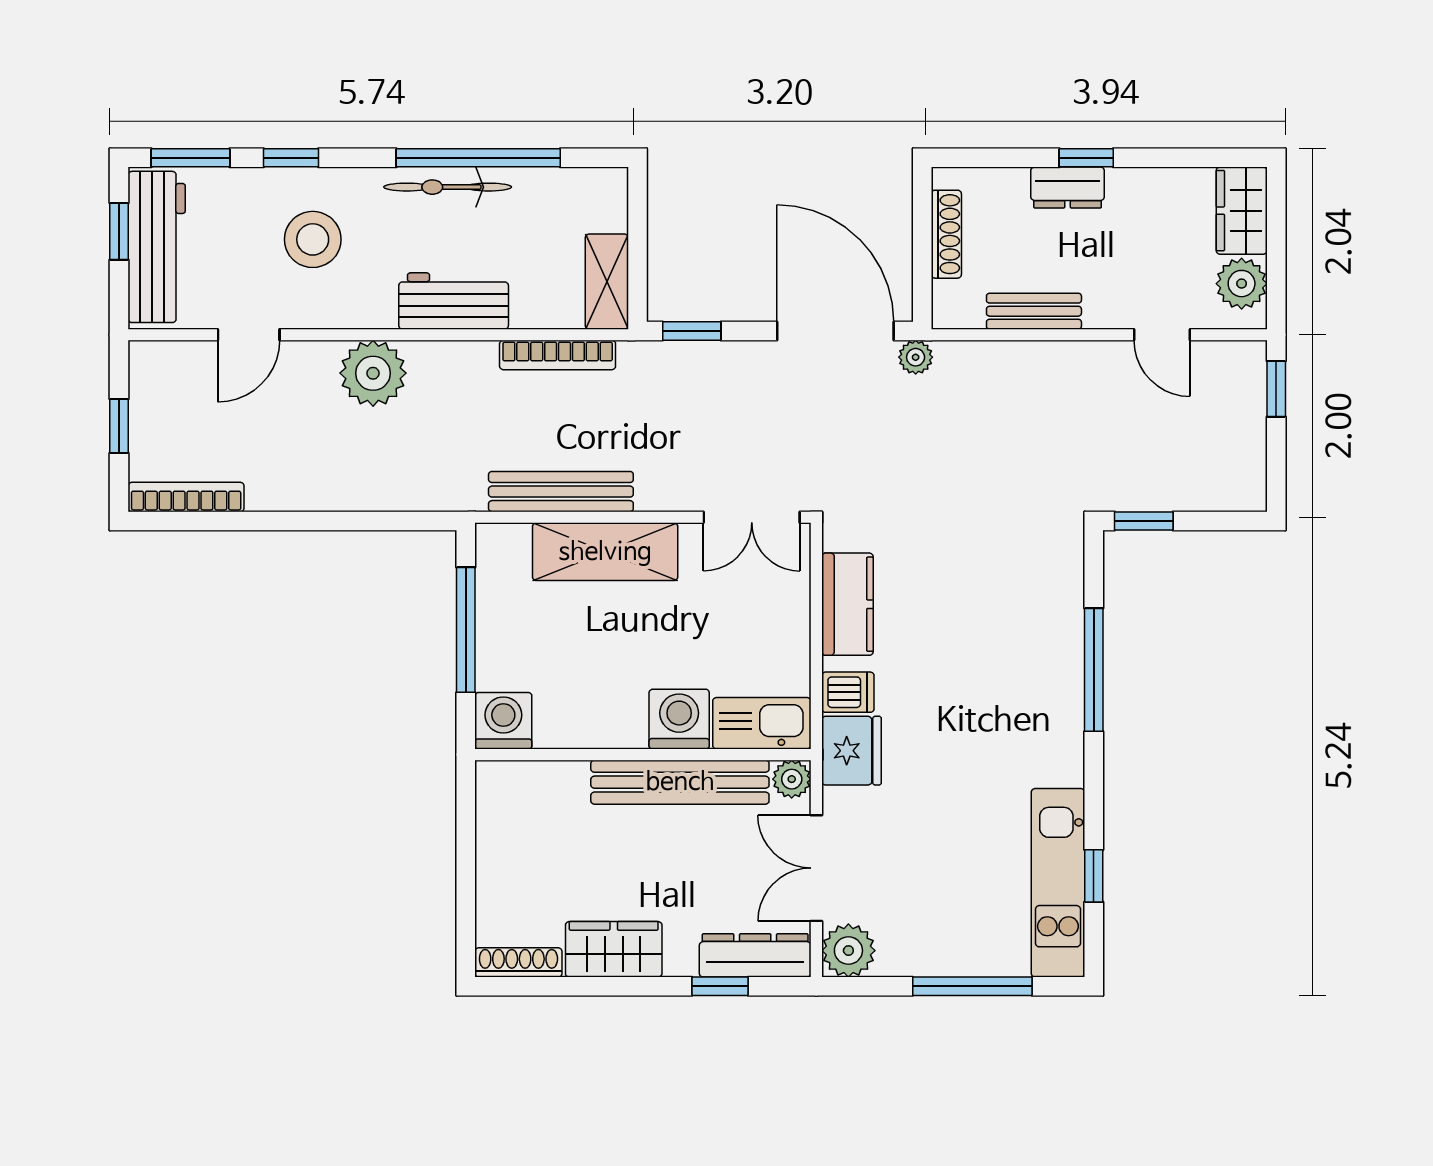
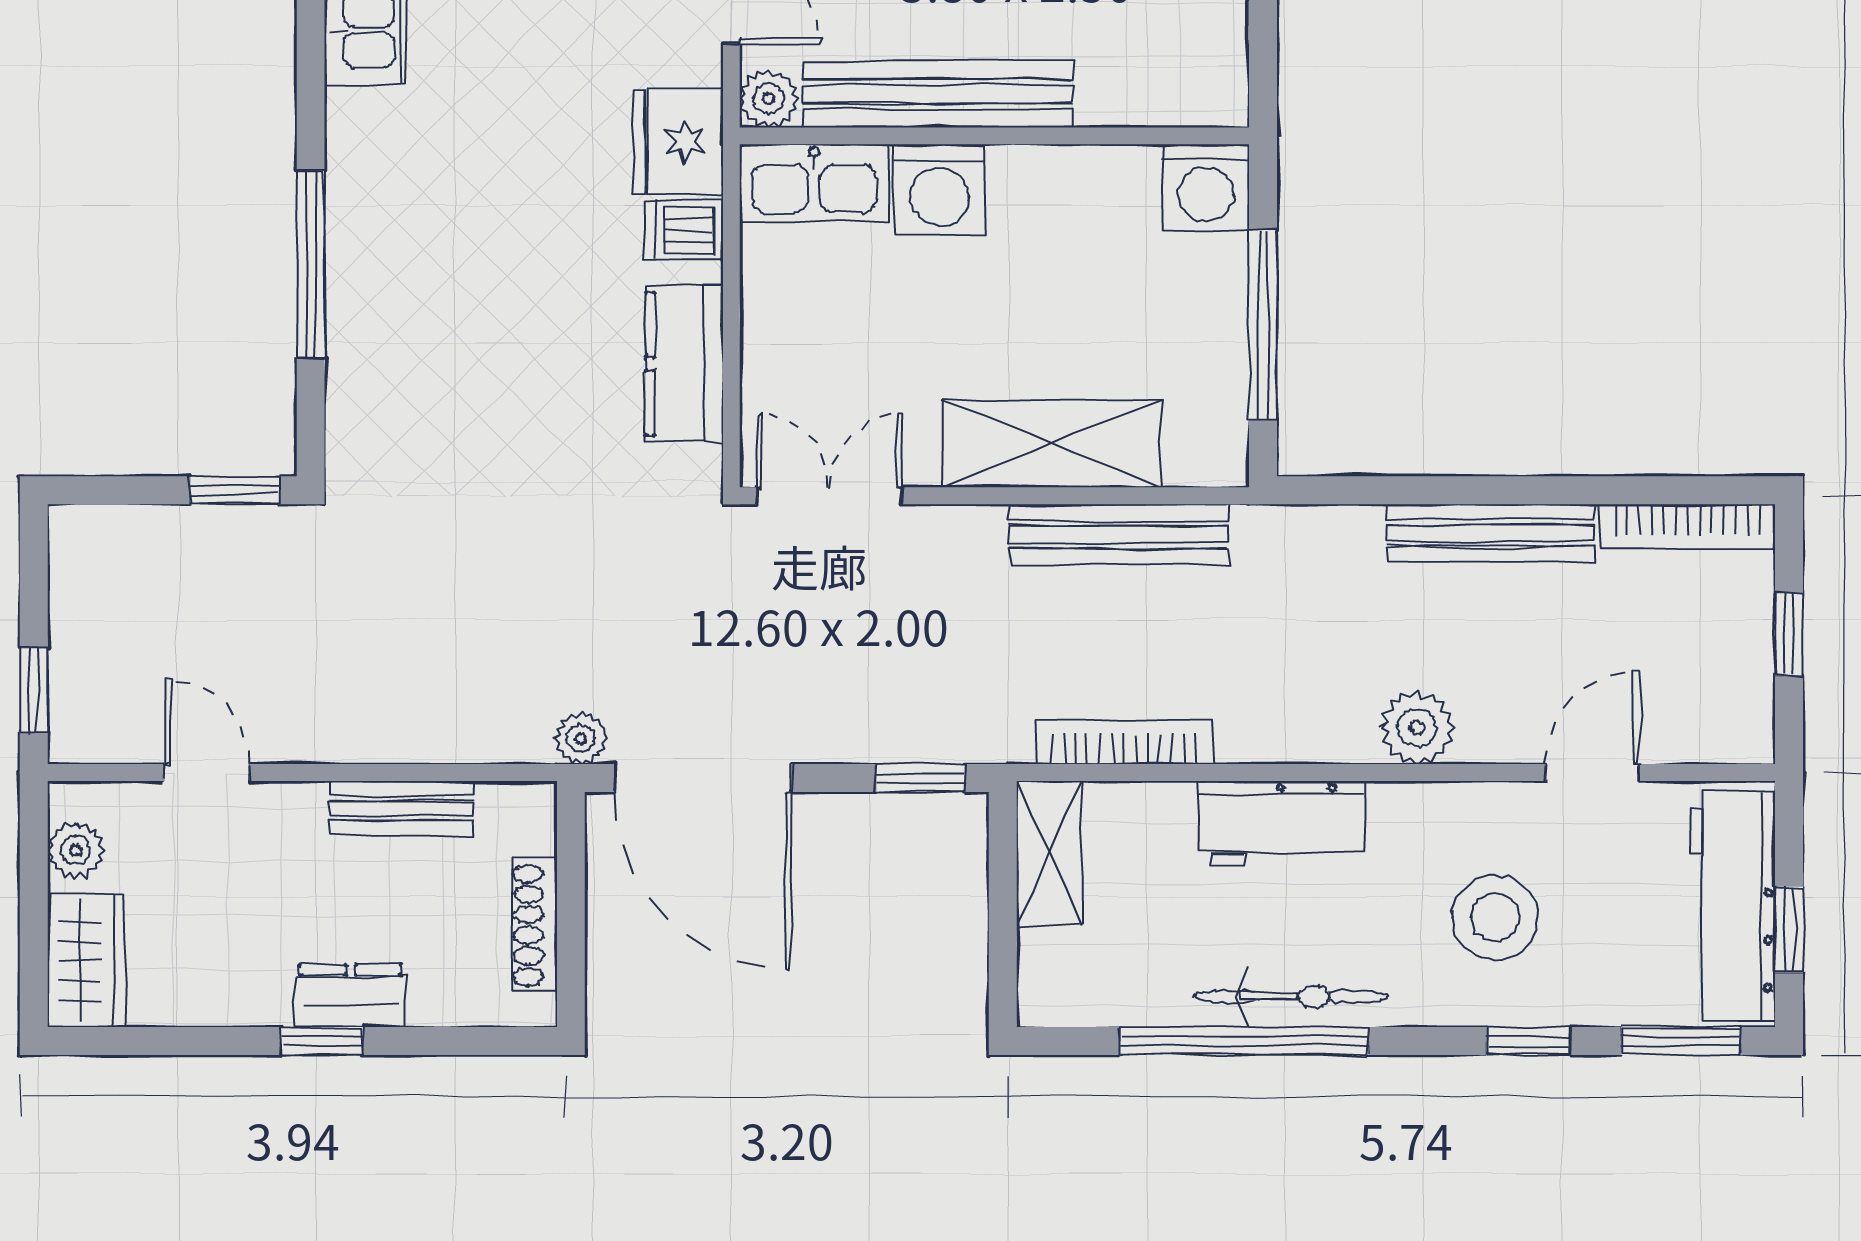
plant: (1242, 284) -> (76, 850), width x0.73, depth x0.73
plant: (373, 373) -> (1417, 728), width x0.73, depth x0.73
bench: (316, 493) -> (1491, 533), added

